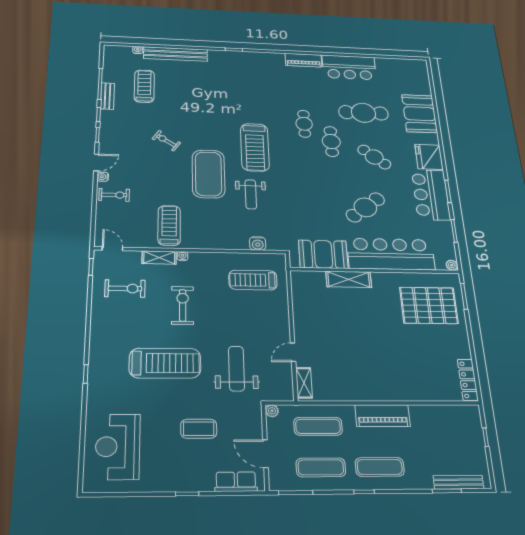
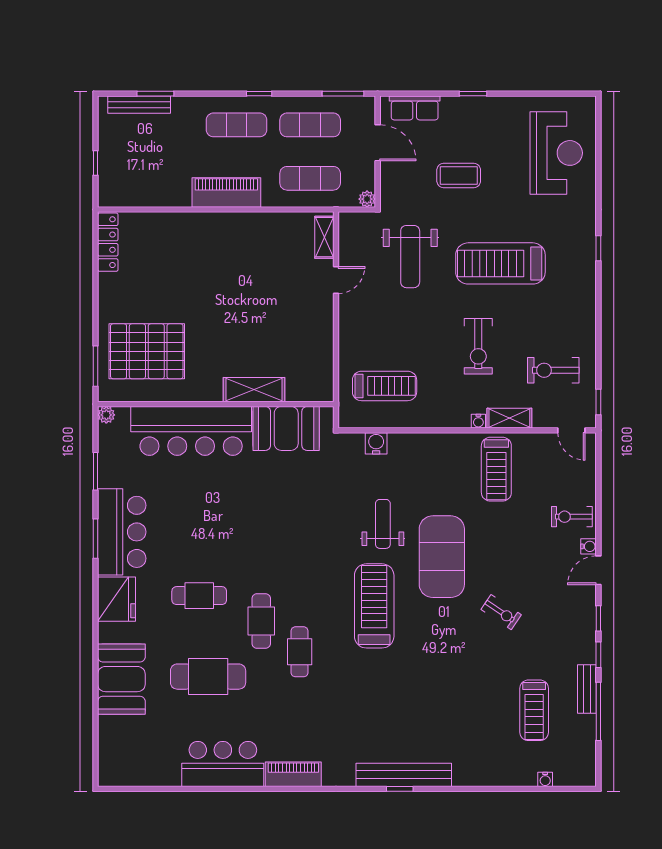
bench: (176, 54) -> (404, 775), moved
cafe table: (374, 157) -> (199, 596), turned -40
cafe table: (365, 207) -> (220, 507), removed

